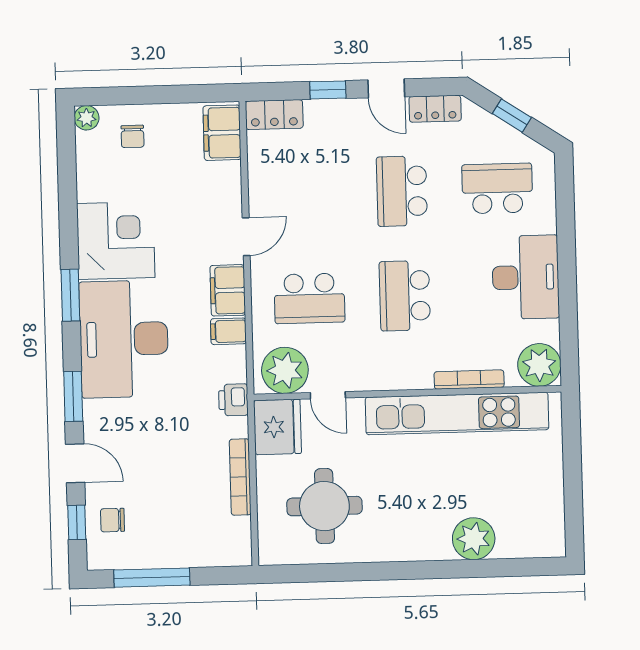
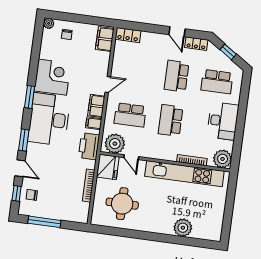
window: (328, 90) -> (152, 28), removed
school desk: (497, 188) -> (217, 82), turned 180
printer: (233, 400) -> (89, 146), width x1.87, depth x1.48

